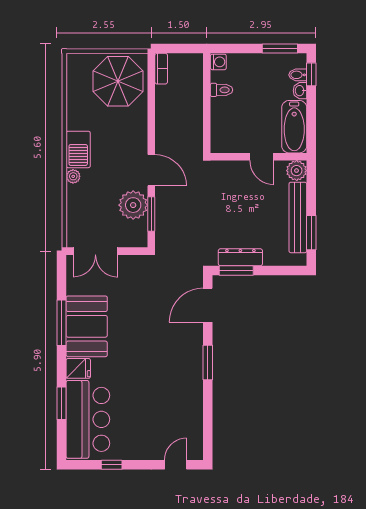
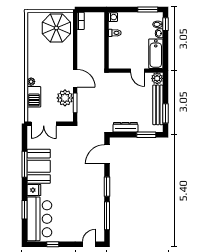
barbecue: (78, 149) -> (34, 97), moved
window: (236, 270) -> (146, 135), moved
window: (208, 414) -> (107, 216), added

